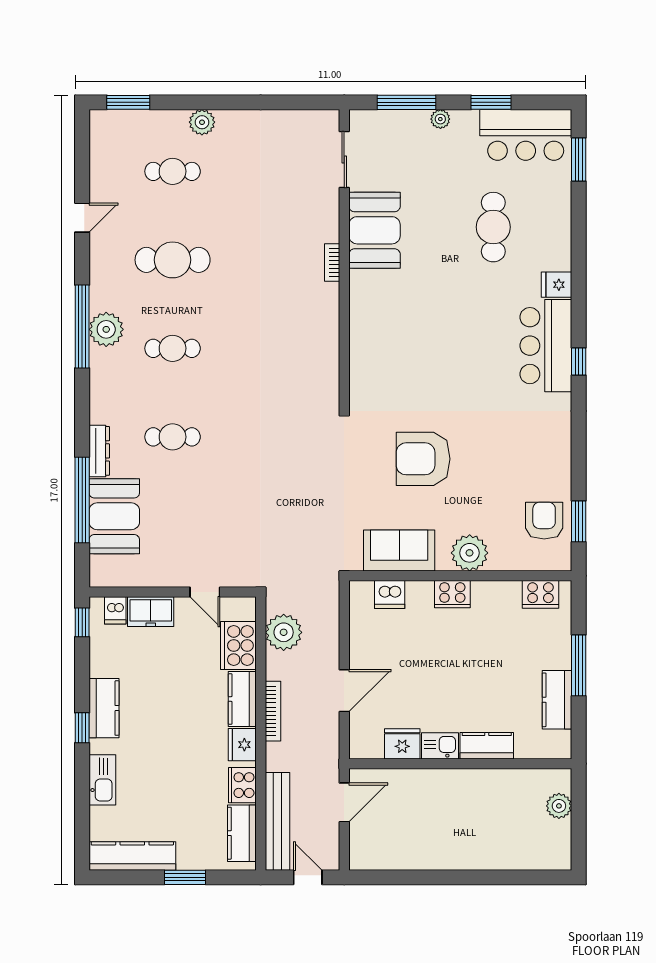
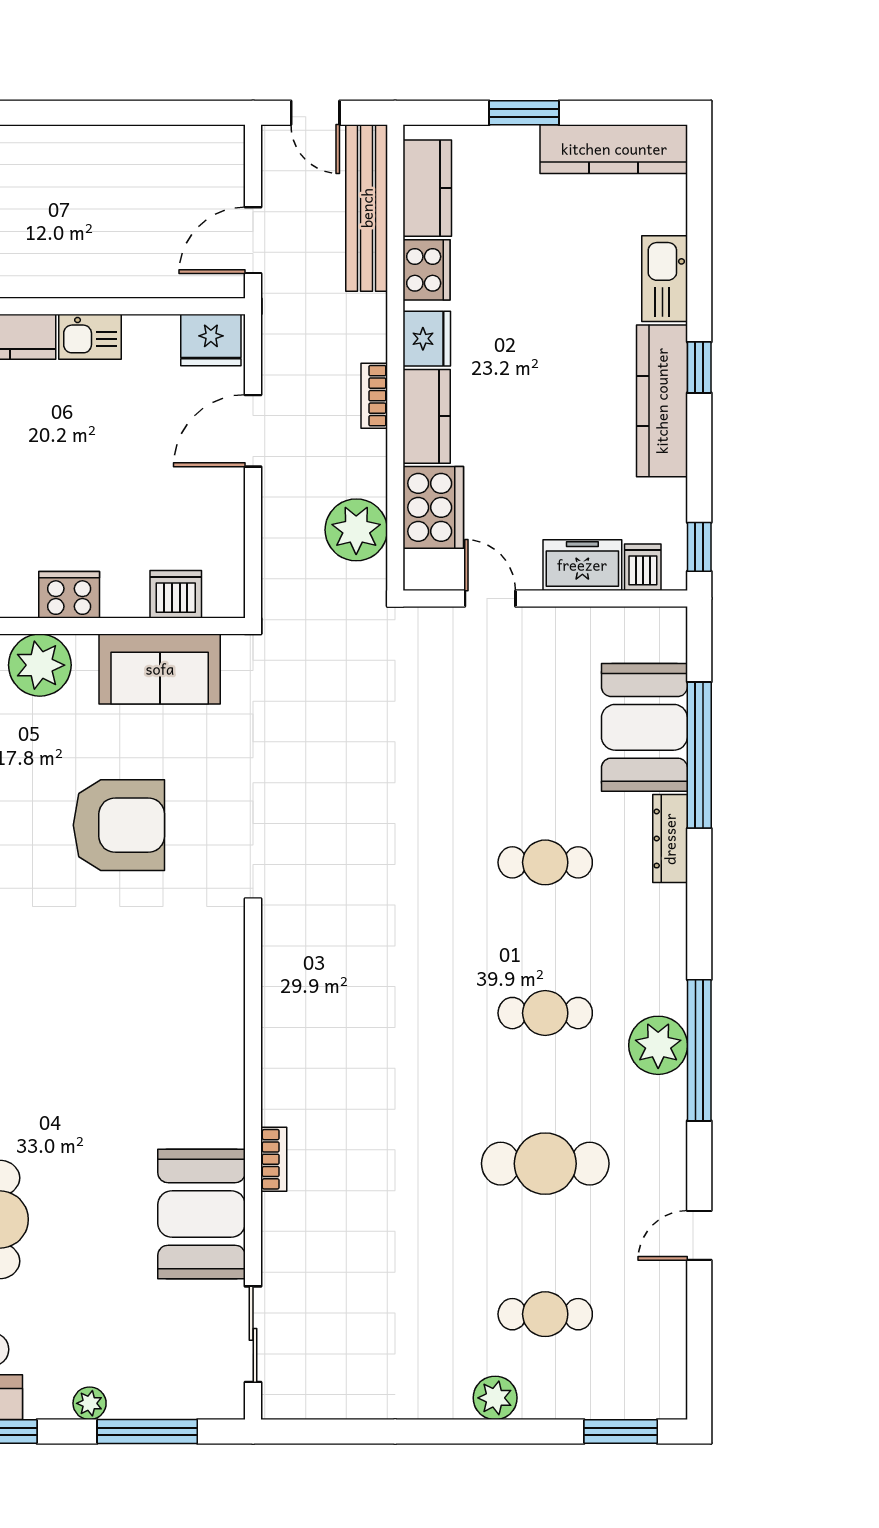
kitchen counter: (104, 708) -> (662, 401), width x1.50
bookcase: (273, 711) -> (374, 396), width x0.64
fridge: (402, 744) -> (211, 340), moved

